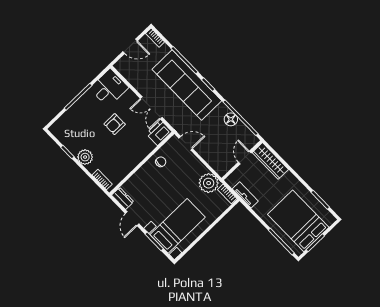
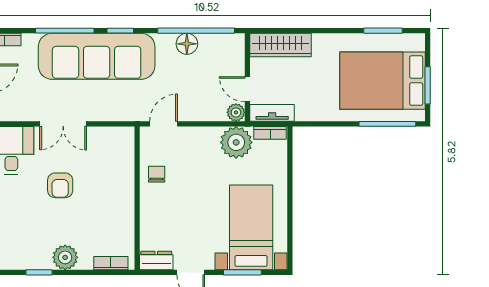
double door: (151, 108) -> (63, 124), moved
printer: (159, 133) -> (121, 143), removed
door: (245, 157) -> (247, 89), moved
plant: (222, 170) -> (236, 112), added
tv unit: (245, 195) -> (272, 113), moved

